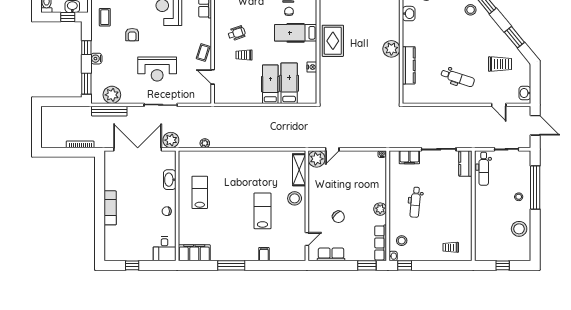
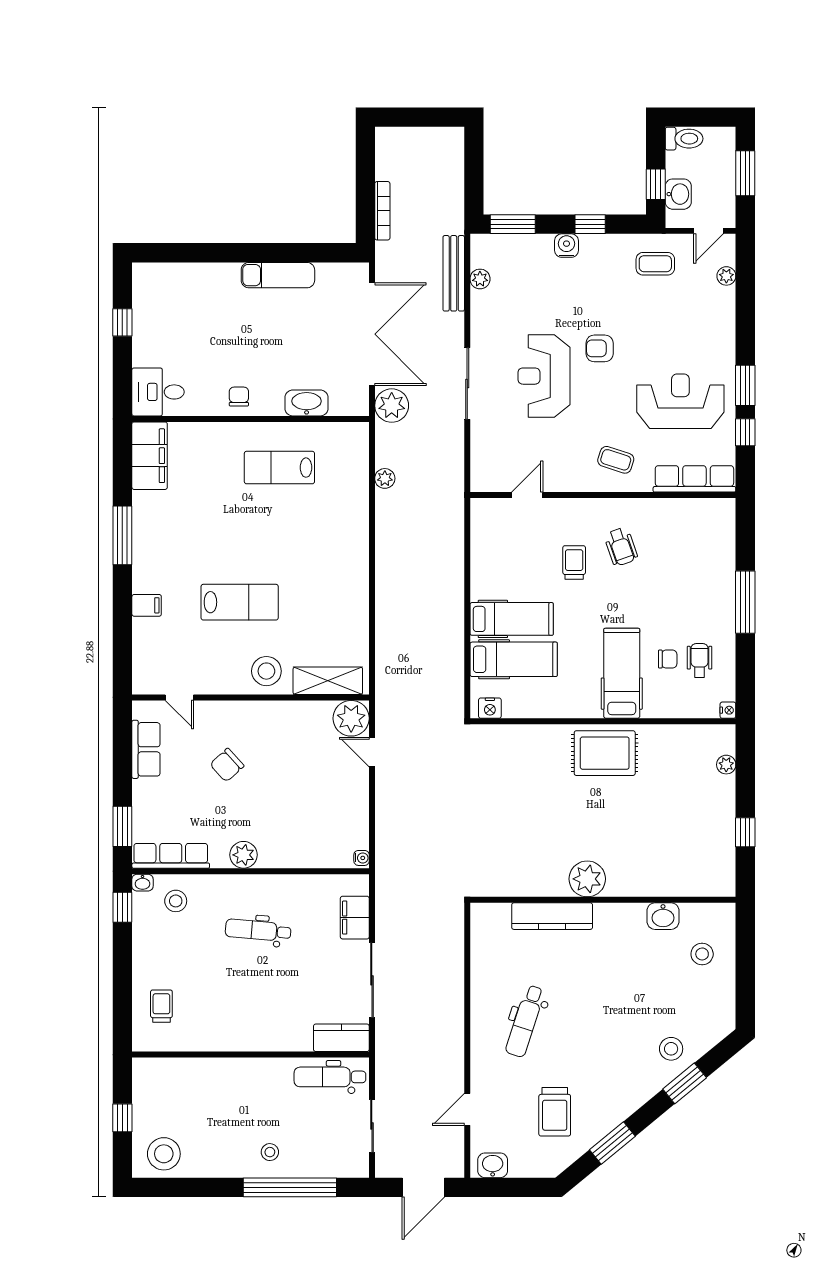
armchair: (132, 35) -> (600, 348), moved
coffee table: (203, 52) -> (616, 460), moved
nightstand: (312, 67) -> (490, 708), moved
plant: (112, 95) -> (480, 279), width x0.53, depth x0.53
lab bench: (200, 192) -> (279, 468), turned 180
exam couch: (110, 208) -> (278, 275), moved
stool: (519, 229) -> (164, 1154), moved

